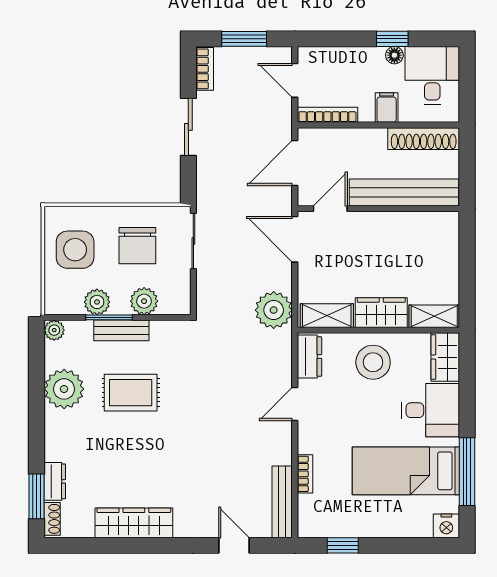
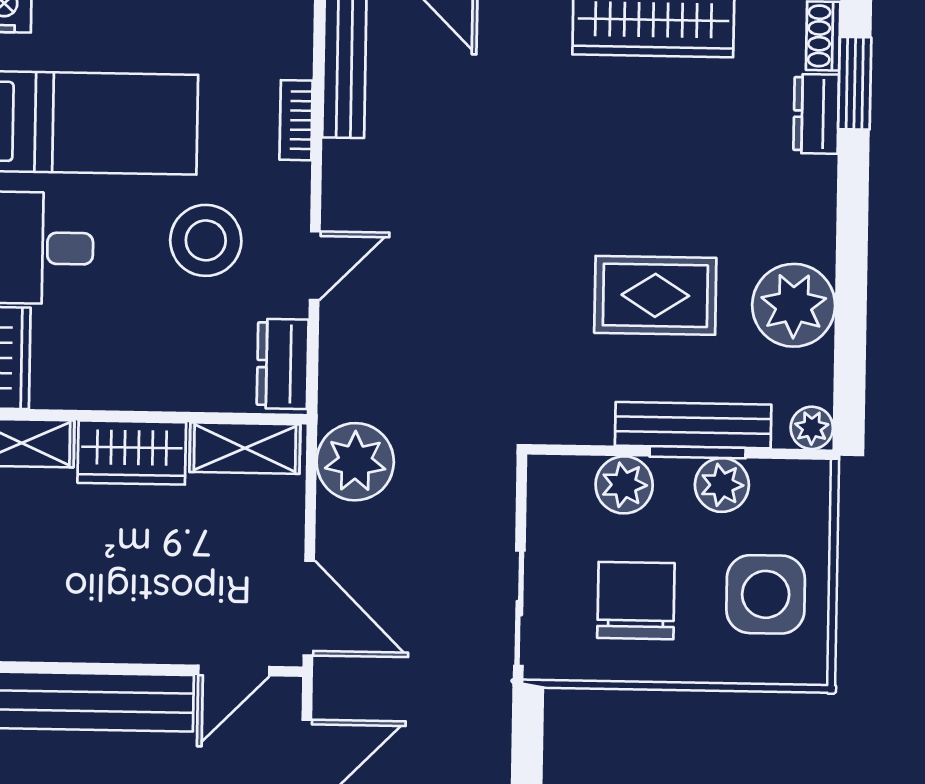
bench: (121, 330) -> (693, 425), width x1.36
stool: (373, 362) -> (206, 240), moved

